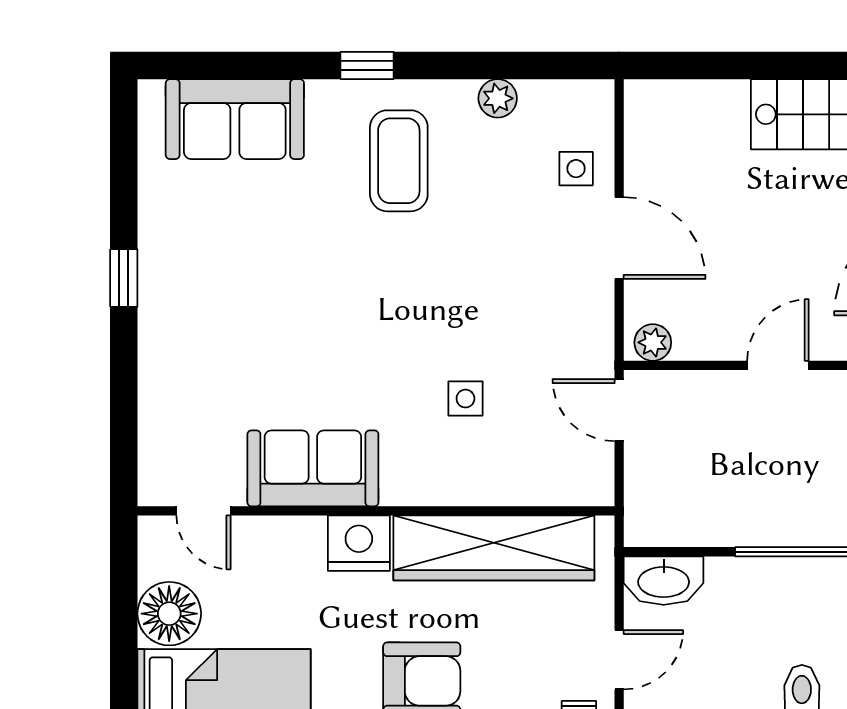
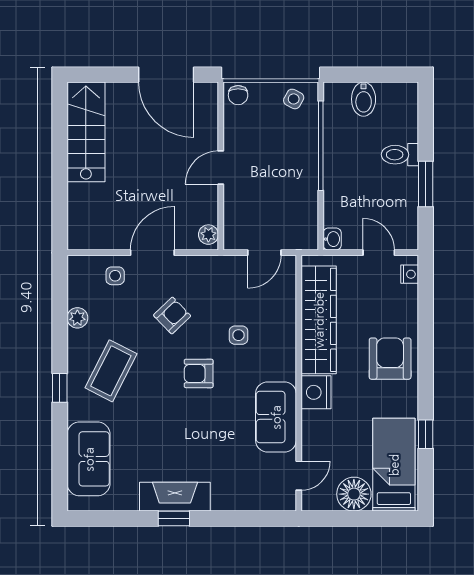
coffee table: (399, 161) -> (111, 371), turned -63
armchair: (502, 275) -> (172, 316), added
fireplace: (165, 280) -> (175, 497), added
armchair: (394, 324) -> (199, 373), added
door: (778, 365) -> (221, 167), hinge flipped
door: (619, 410) -> (264, 253), moved
washbasin: (664, 581) -> (332, 239), width x0.52, depth x0.69

